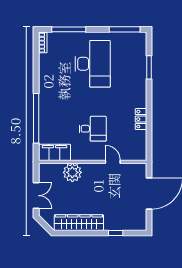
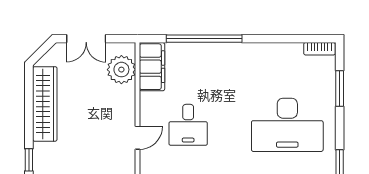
window: (69, 29) -> (340, 88), width x0.69
door: (113, 162) -> (138, 138), moved
plant: (72, 172) -> (121, 70), moved

